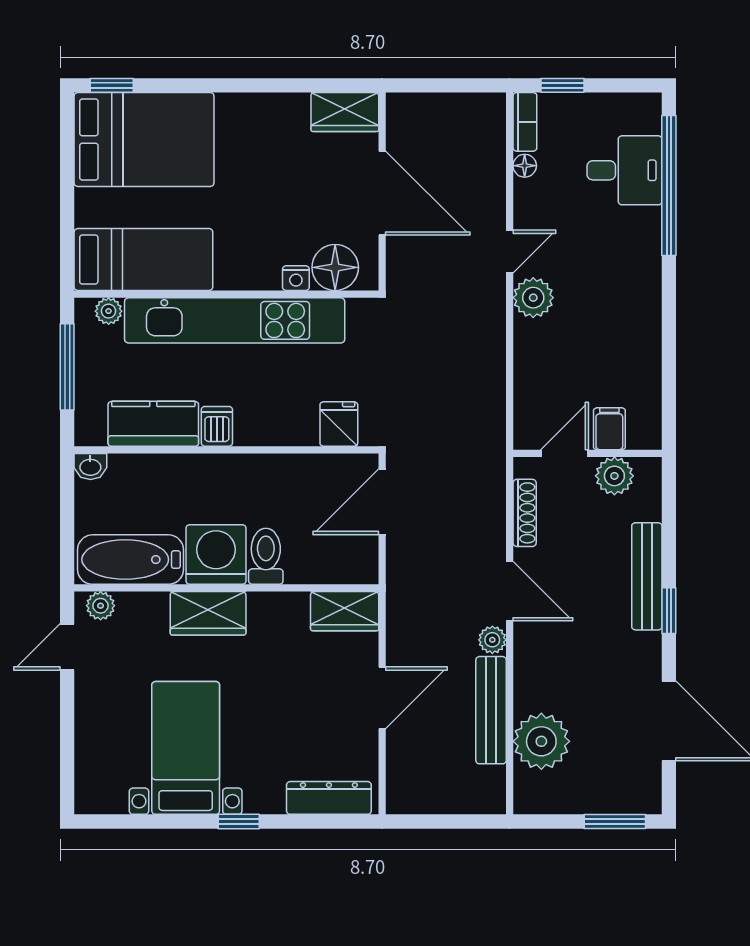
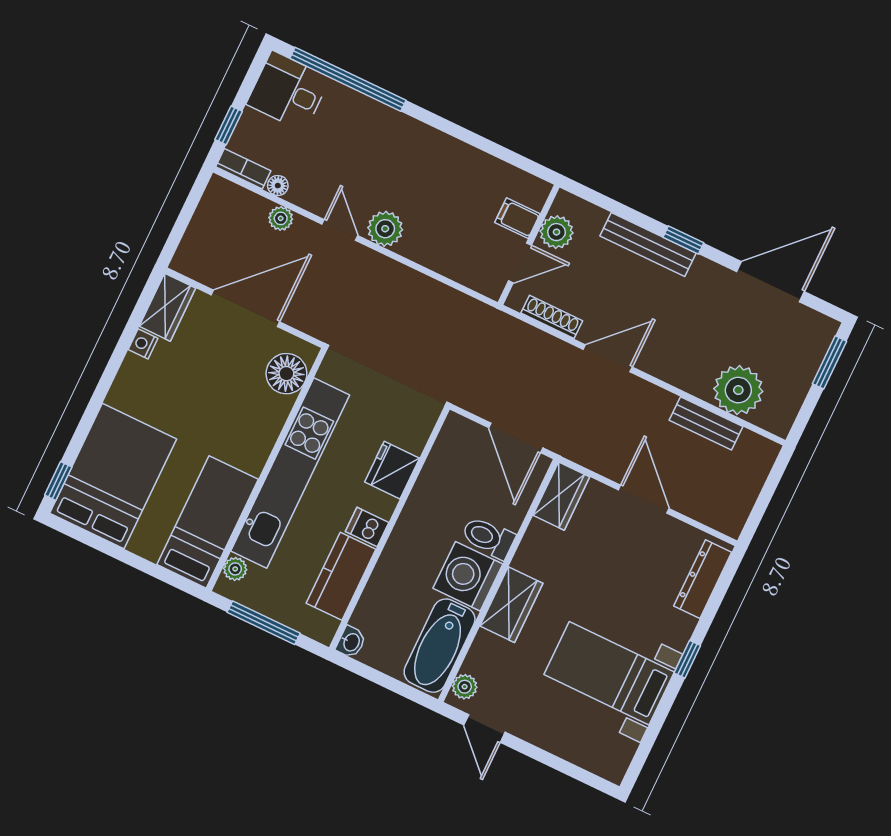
desk: (624, 170) -> (288, 91), moved, turned -90
nightstand: (296, 278) -> (143, 344), moved, turned 180
fridge: (339, 424) -> (392, 470), moved, width x1.38
door: (565, 453) -> (520, 263), swing flipped
door: (382, 502) -> (516, 438), moved
plant: (492, 640) -> (281, 218), moved
bench: (491, 710) -> (706, 423), width x0.73

